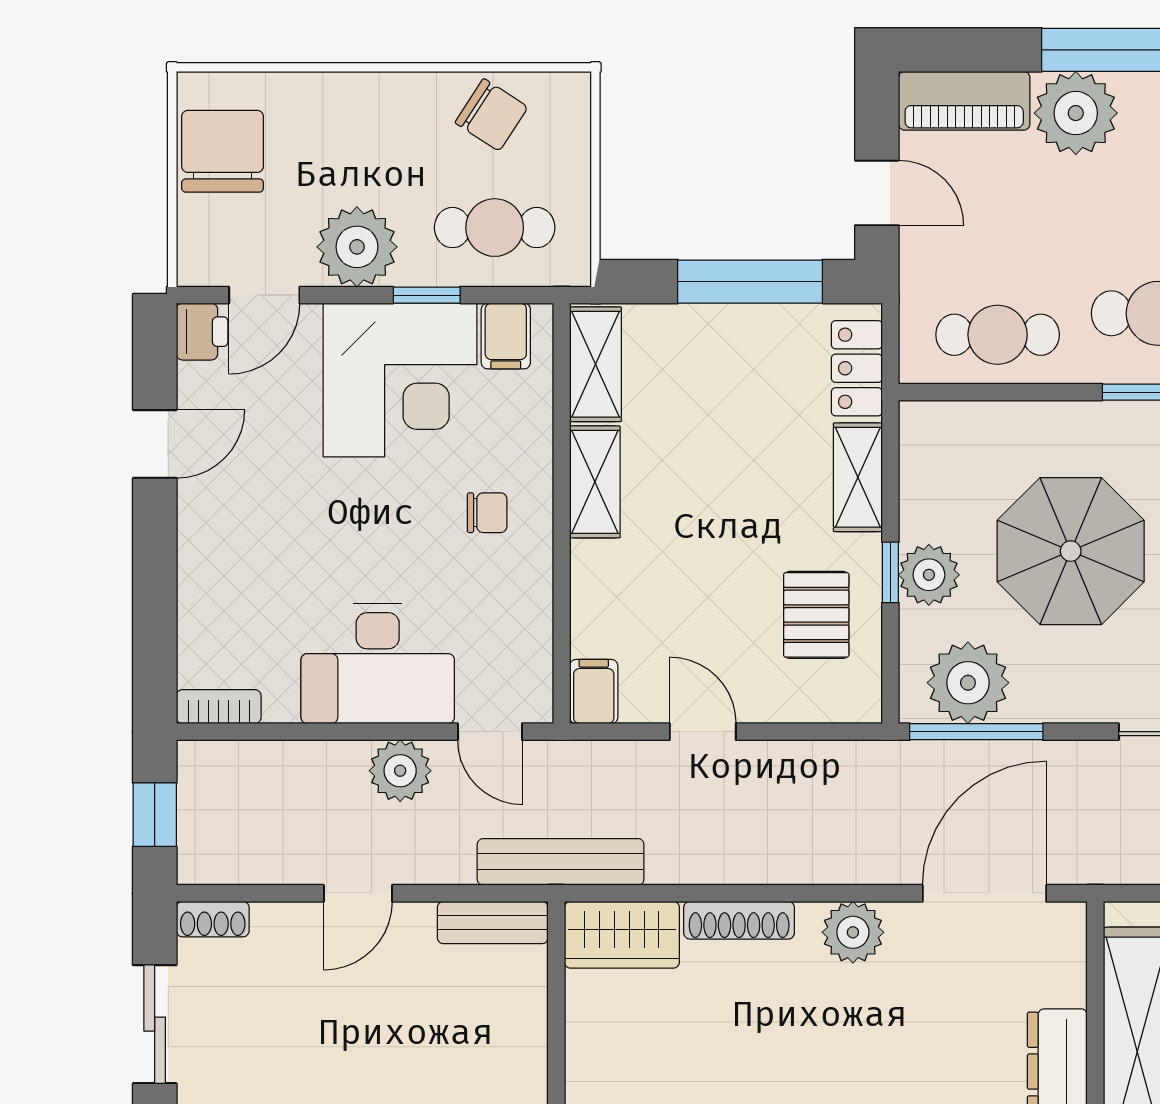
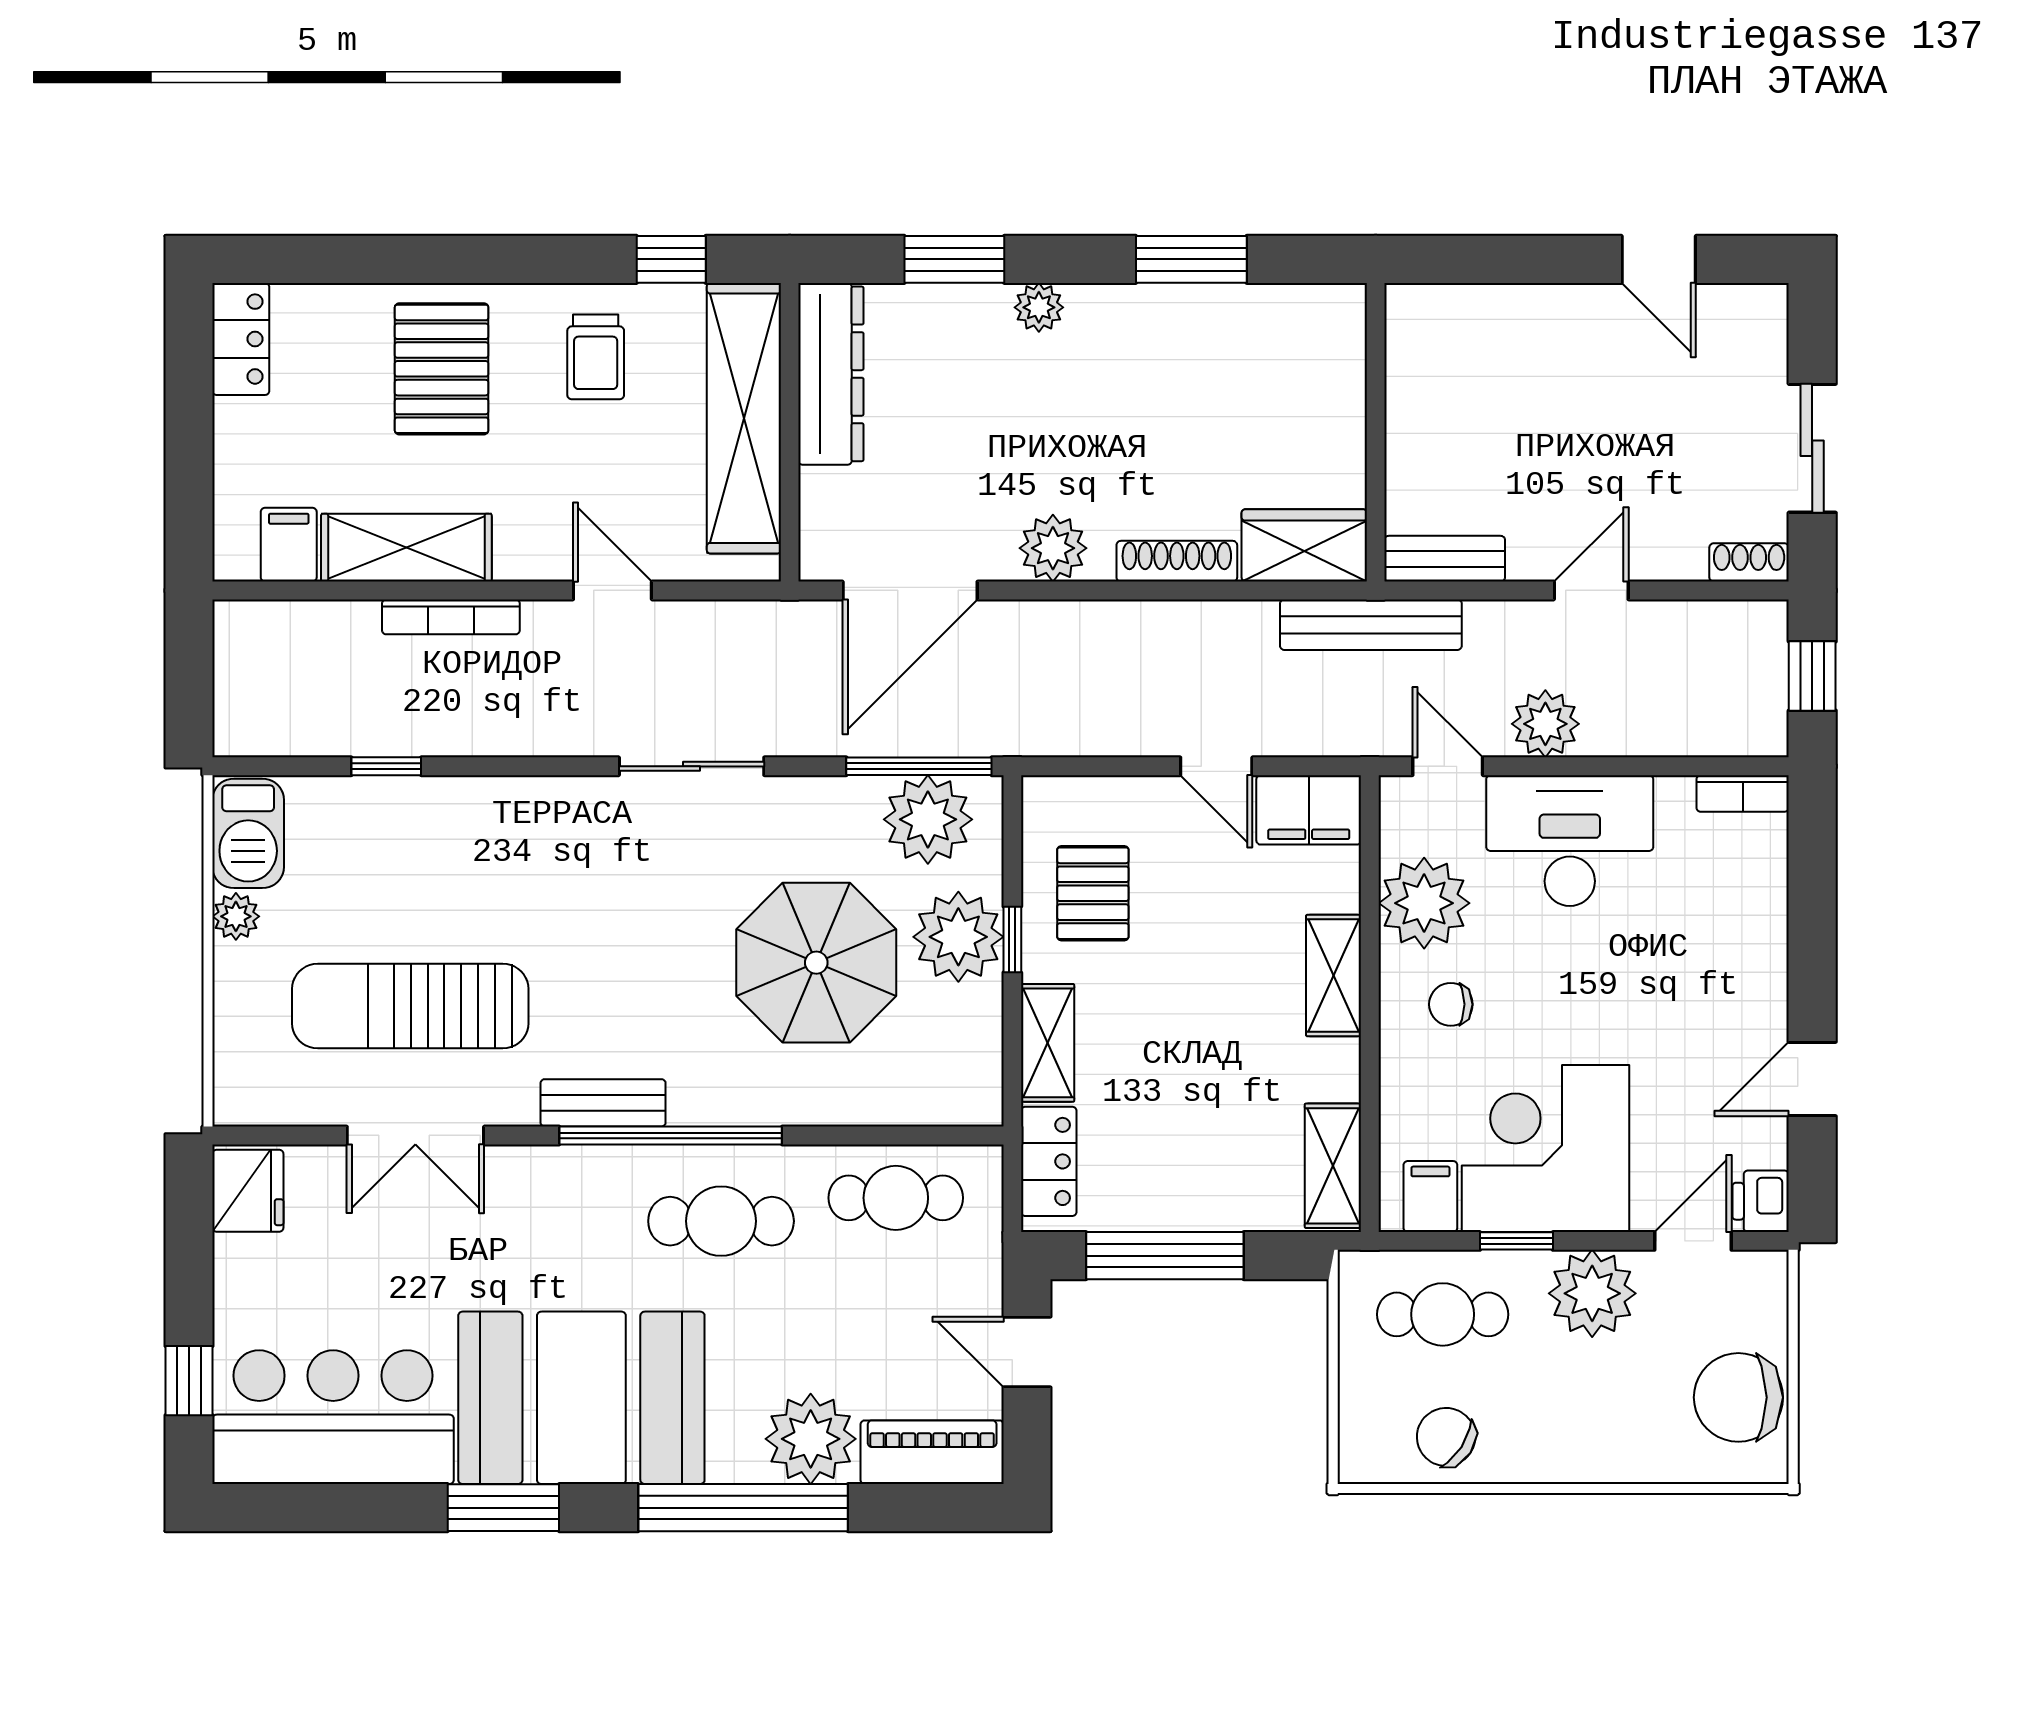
chair: (223, 151) -> (1738, 1397), turned 90
shelving: (595, 482) -> (1334, 976), moved
plant: (929, 575) -> (958, 937), width x1.36, depth x1.36
plant: (512, 606) -> (1424, 903), added
filing cabinet: (594, 692) -> (1309, 810), width x2.00

